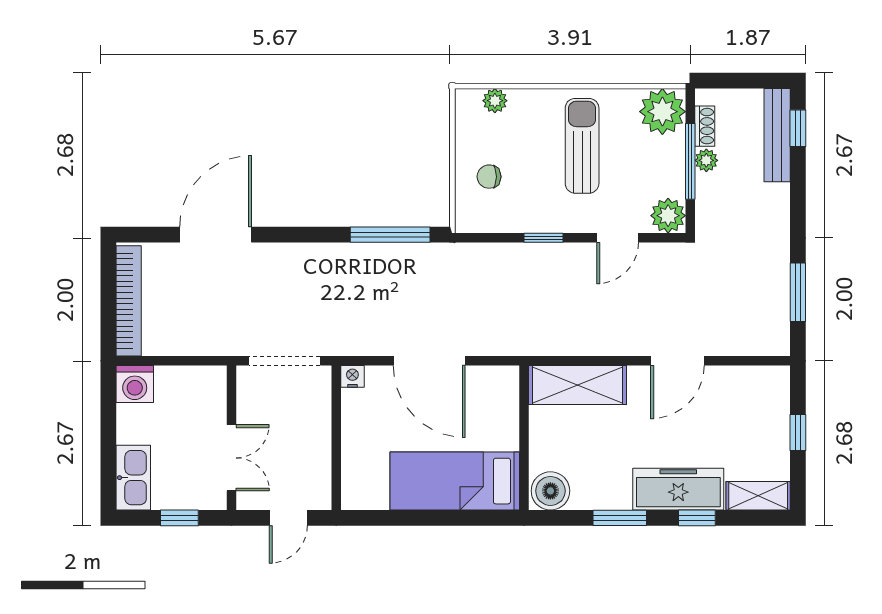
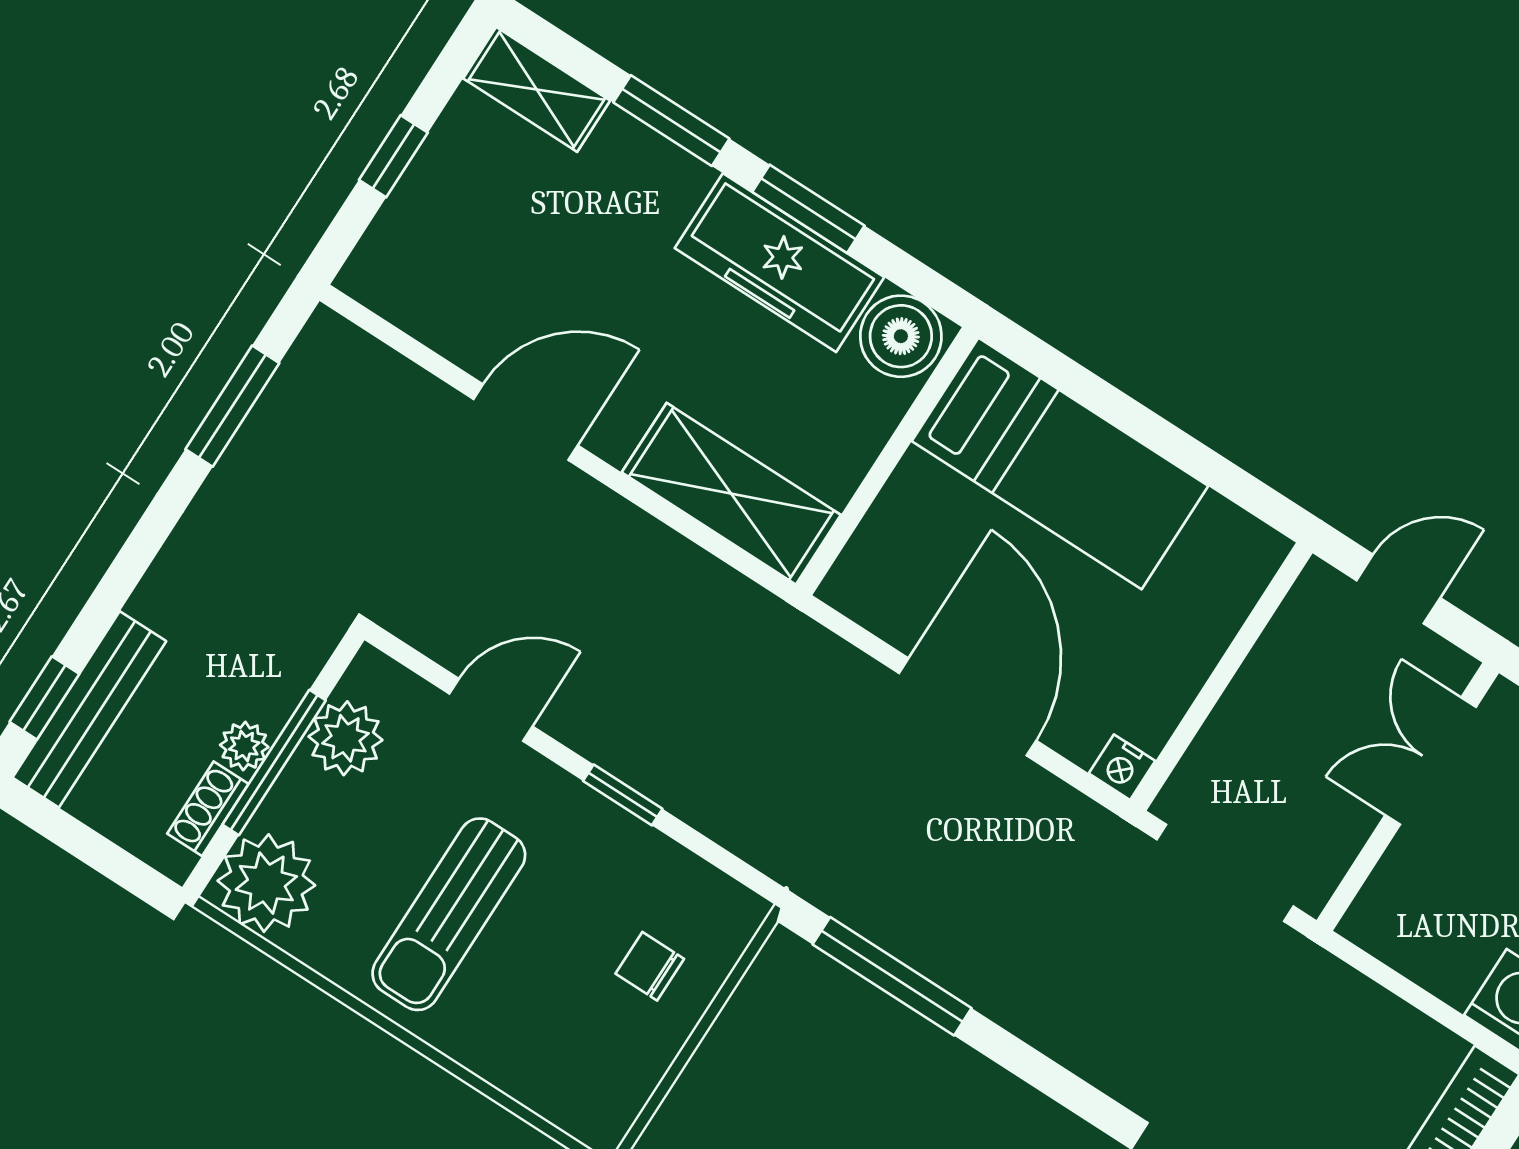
plant: (495, 101) -> (552, 1095), removed
chair: (489, 177) -> (650, 966), turned 180
plant: (668, 216) -> (346, 738), moved
freezer: (678, 489) -> (779, 263), moved
window: (697, 518) -> (671, 121), width x1.50

